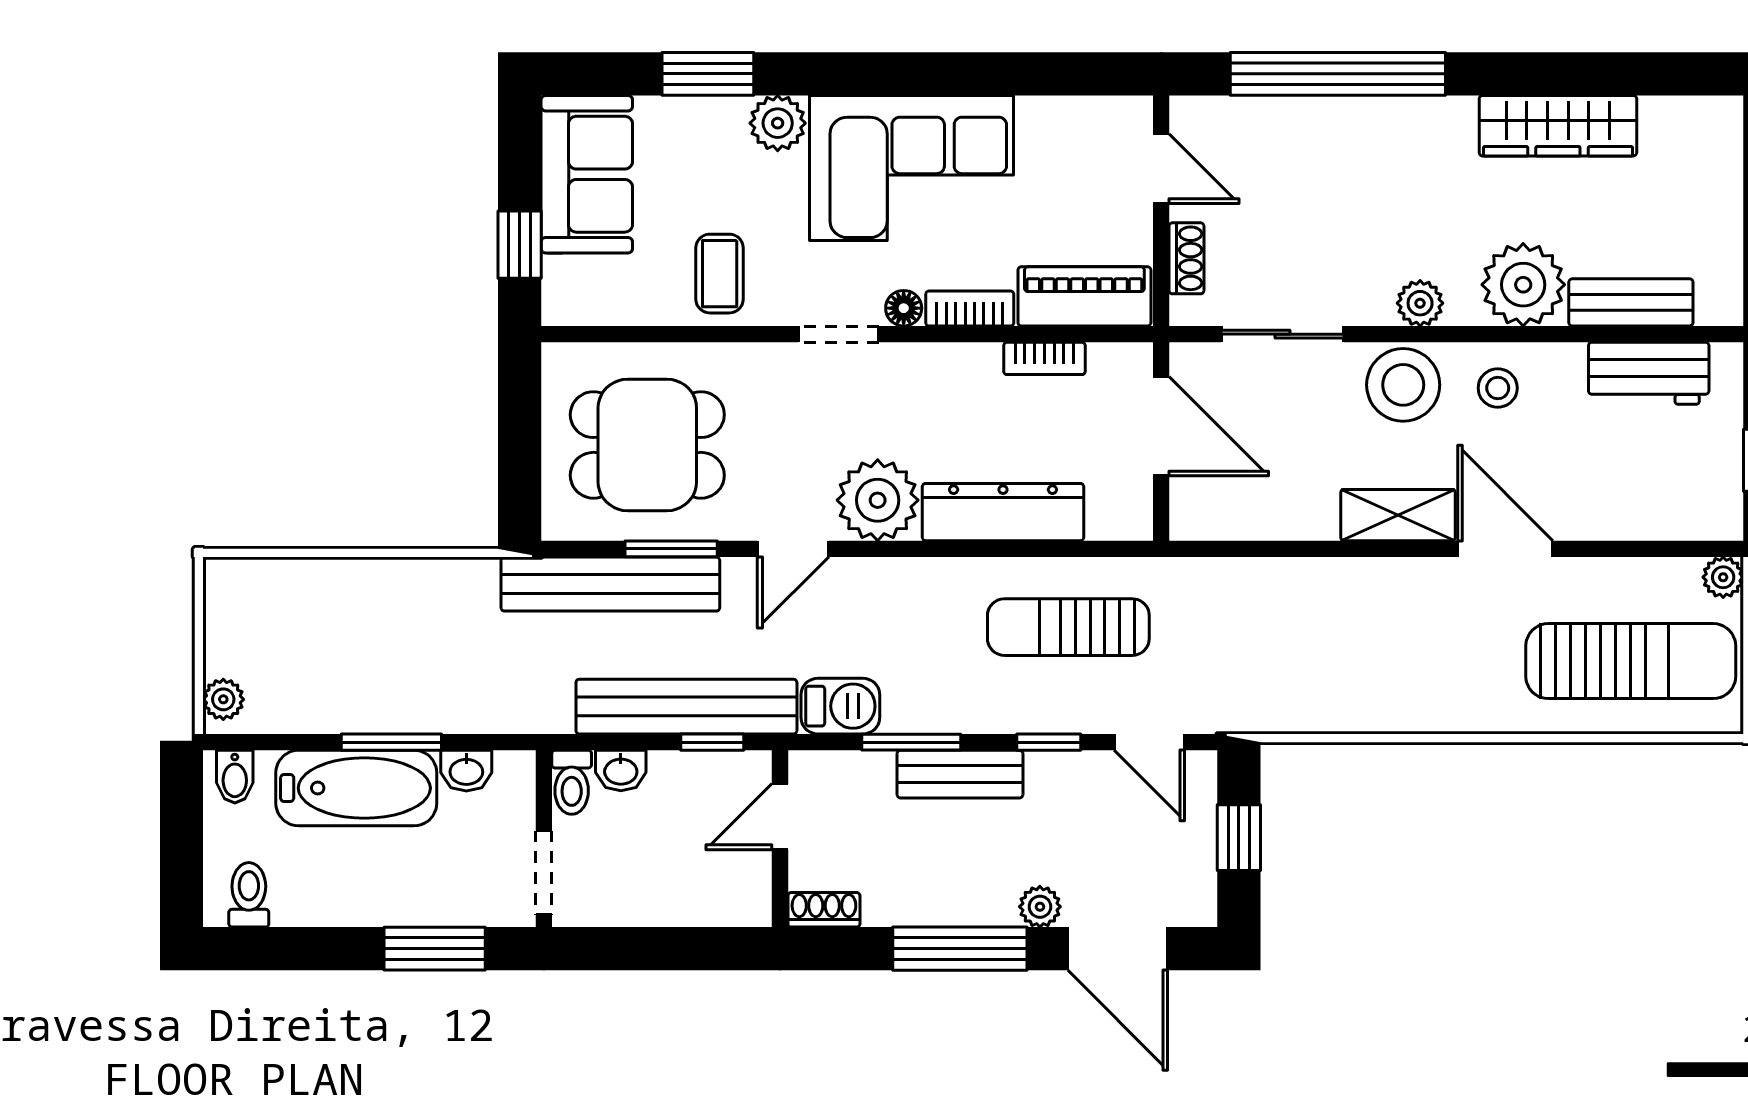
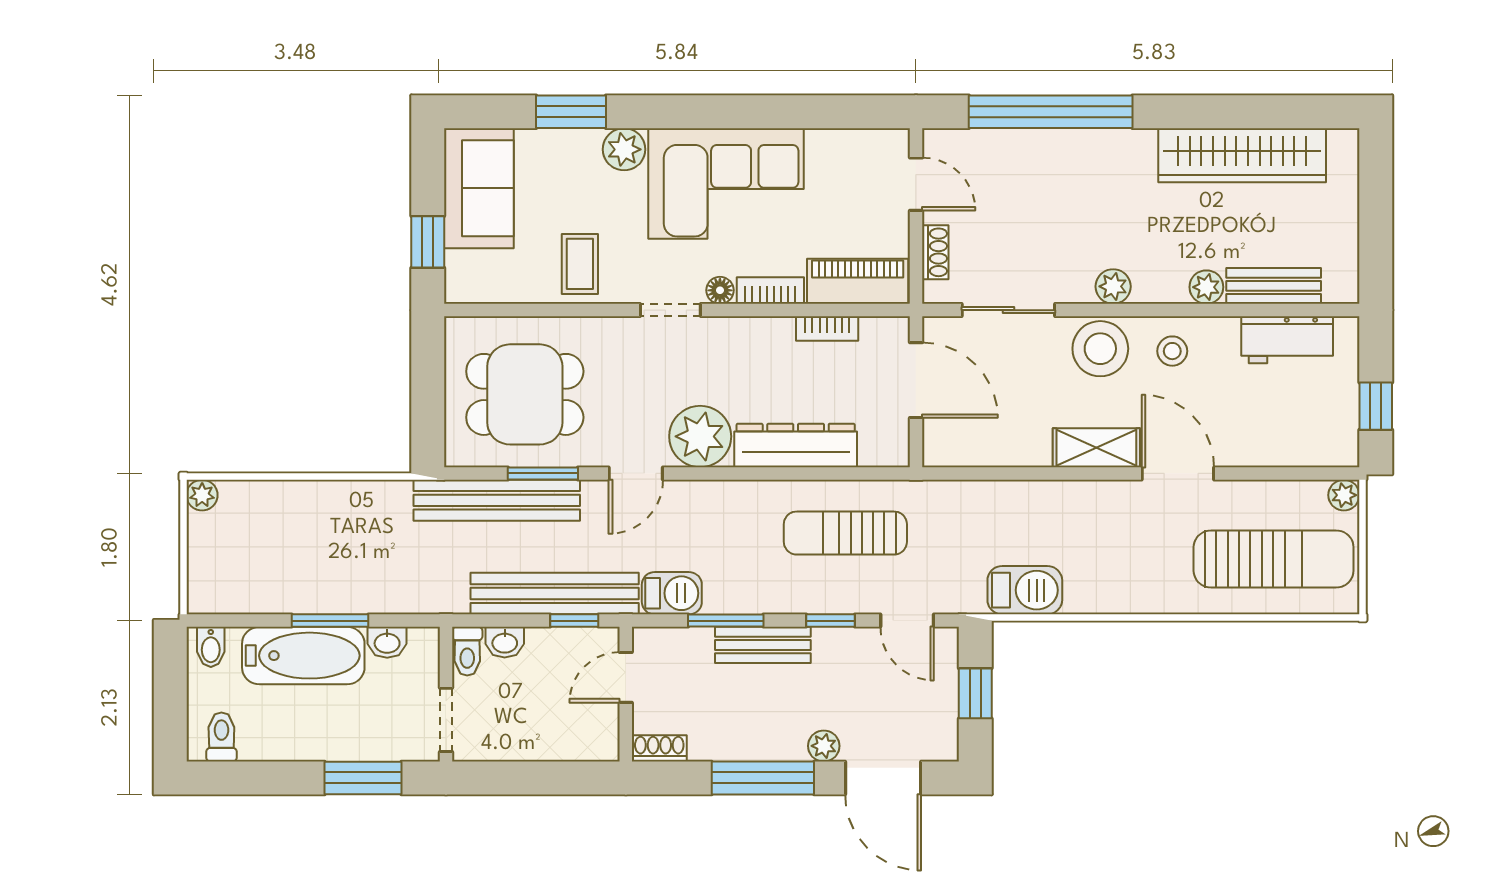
wardrobe: (1558, 126) -> (1242, 155), width x1.40, depth x1.17
plant: (1523, 285) -> (1206, 287), width x0.53, depth x0.53
plant: (223, 699) -> (202, 495), moved
barbecue: (1304, 702) -> (1025, 590), added

